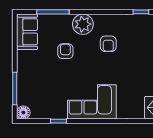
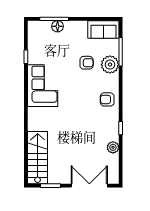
plant: (83, 24) -> (110, 65), moved
armchair: (108, 44) -> (107, 99), moved
floor lamp: (23, 113) -> (58, 26), moved

